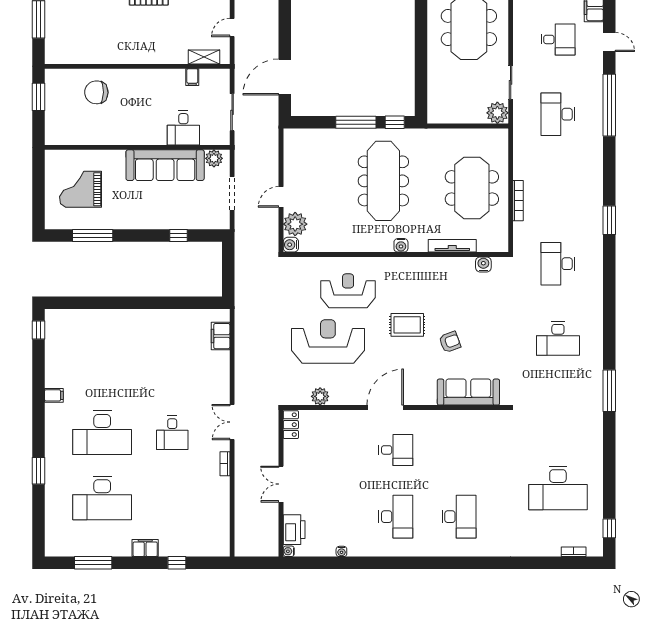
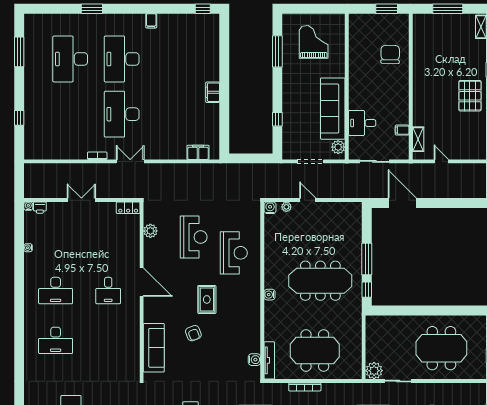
plant: (295, 224) -> (286, 207), width x0.53, depth x0.53
tv unit: (452, 246) -> (269, 360), moved
reception desk: (328, 342) -> (194, 237), width x0.74, depth x0.77
desk: (172, 433) -> (122, 114), width x1.87, depth x1.30
printer: (294, 530) -> (40, 208), width x0.53, depth x0.68
filing cabinet: (145, 548) -> (213, 92), moved, turned 180

